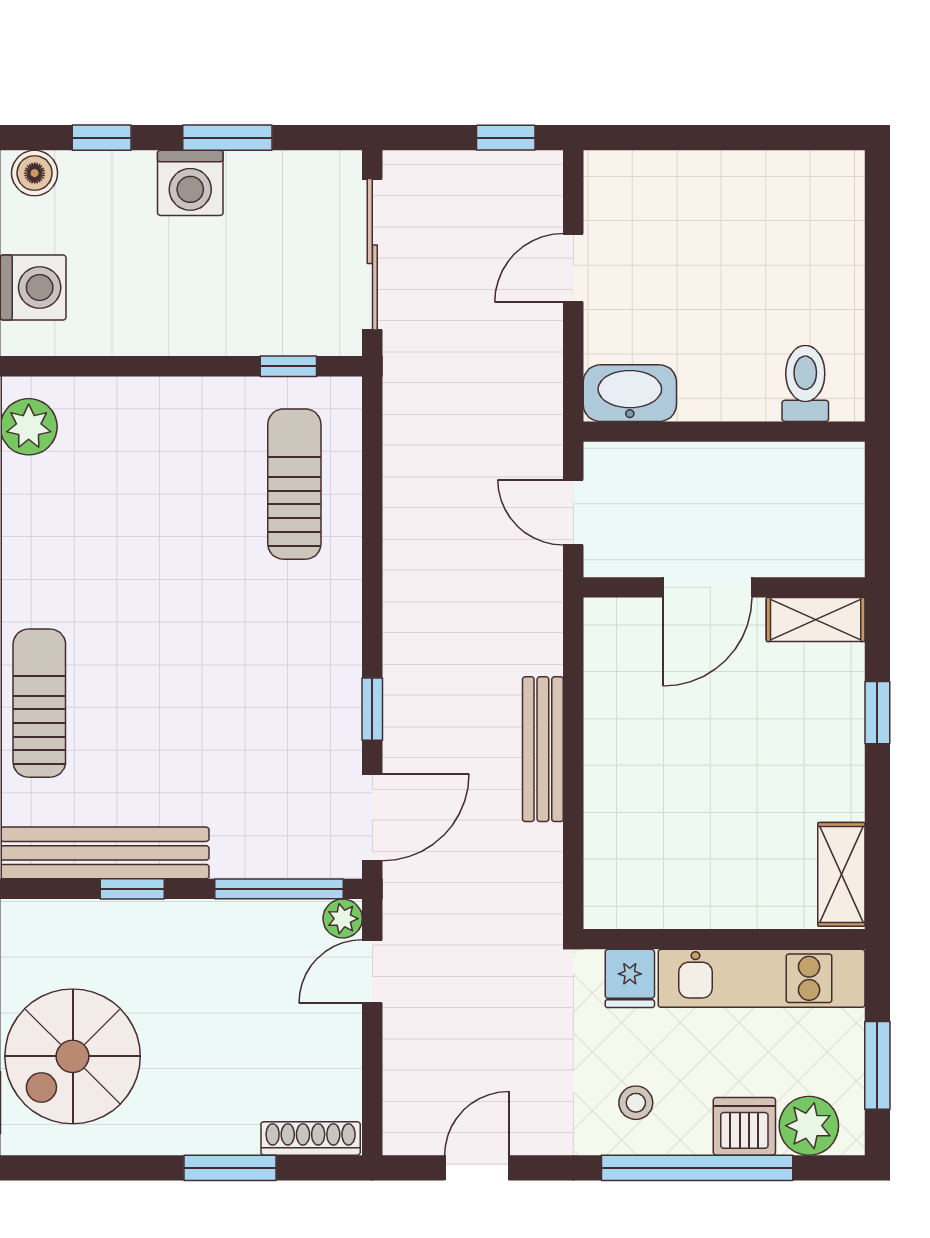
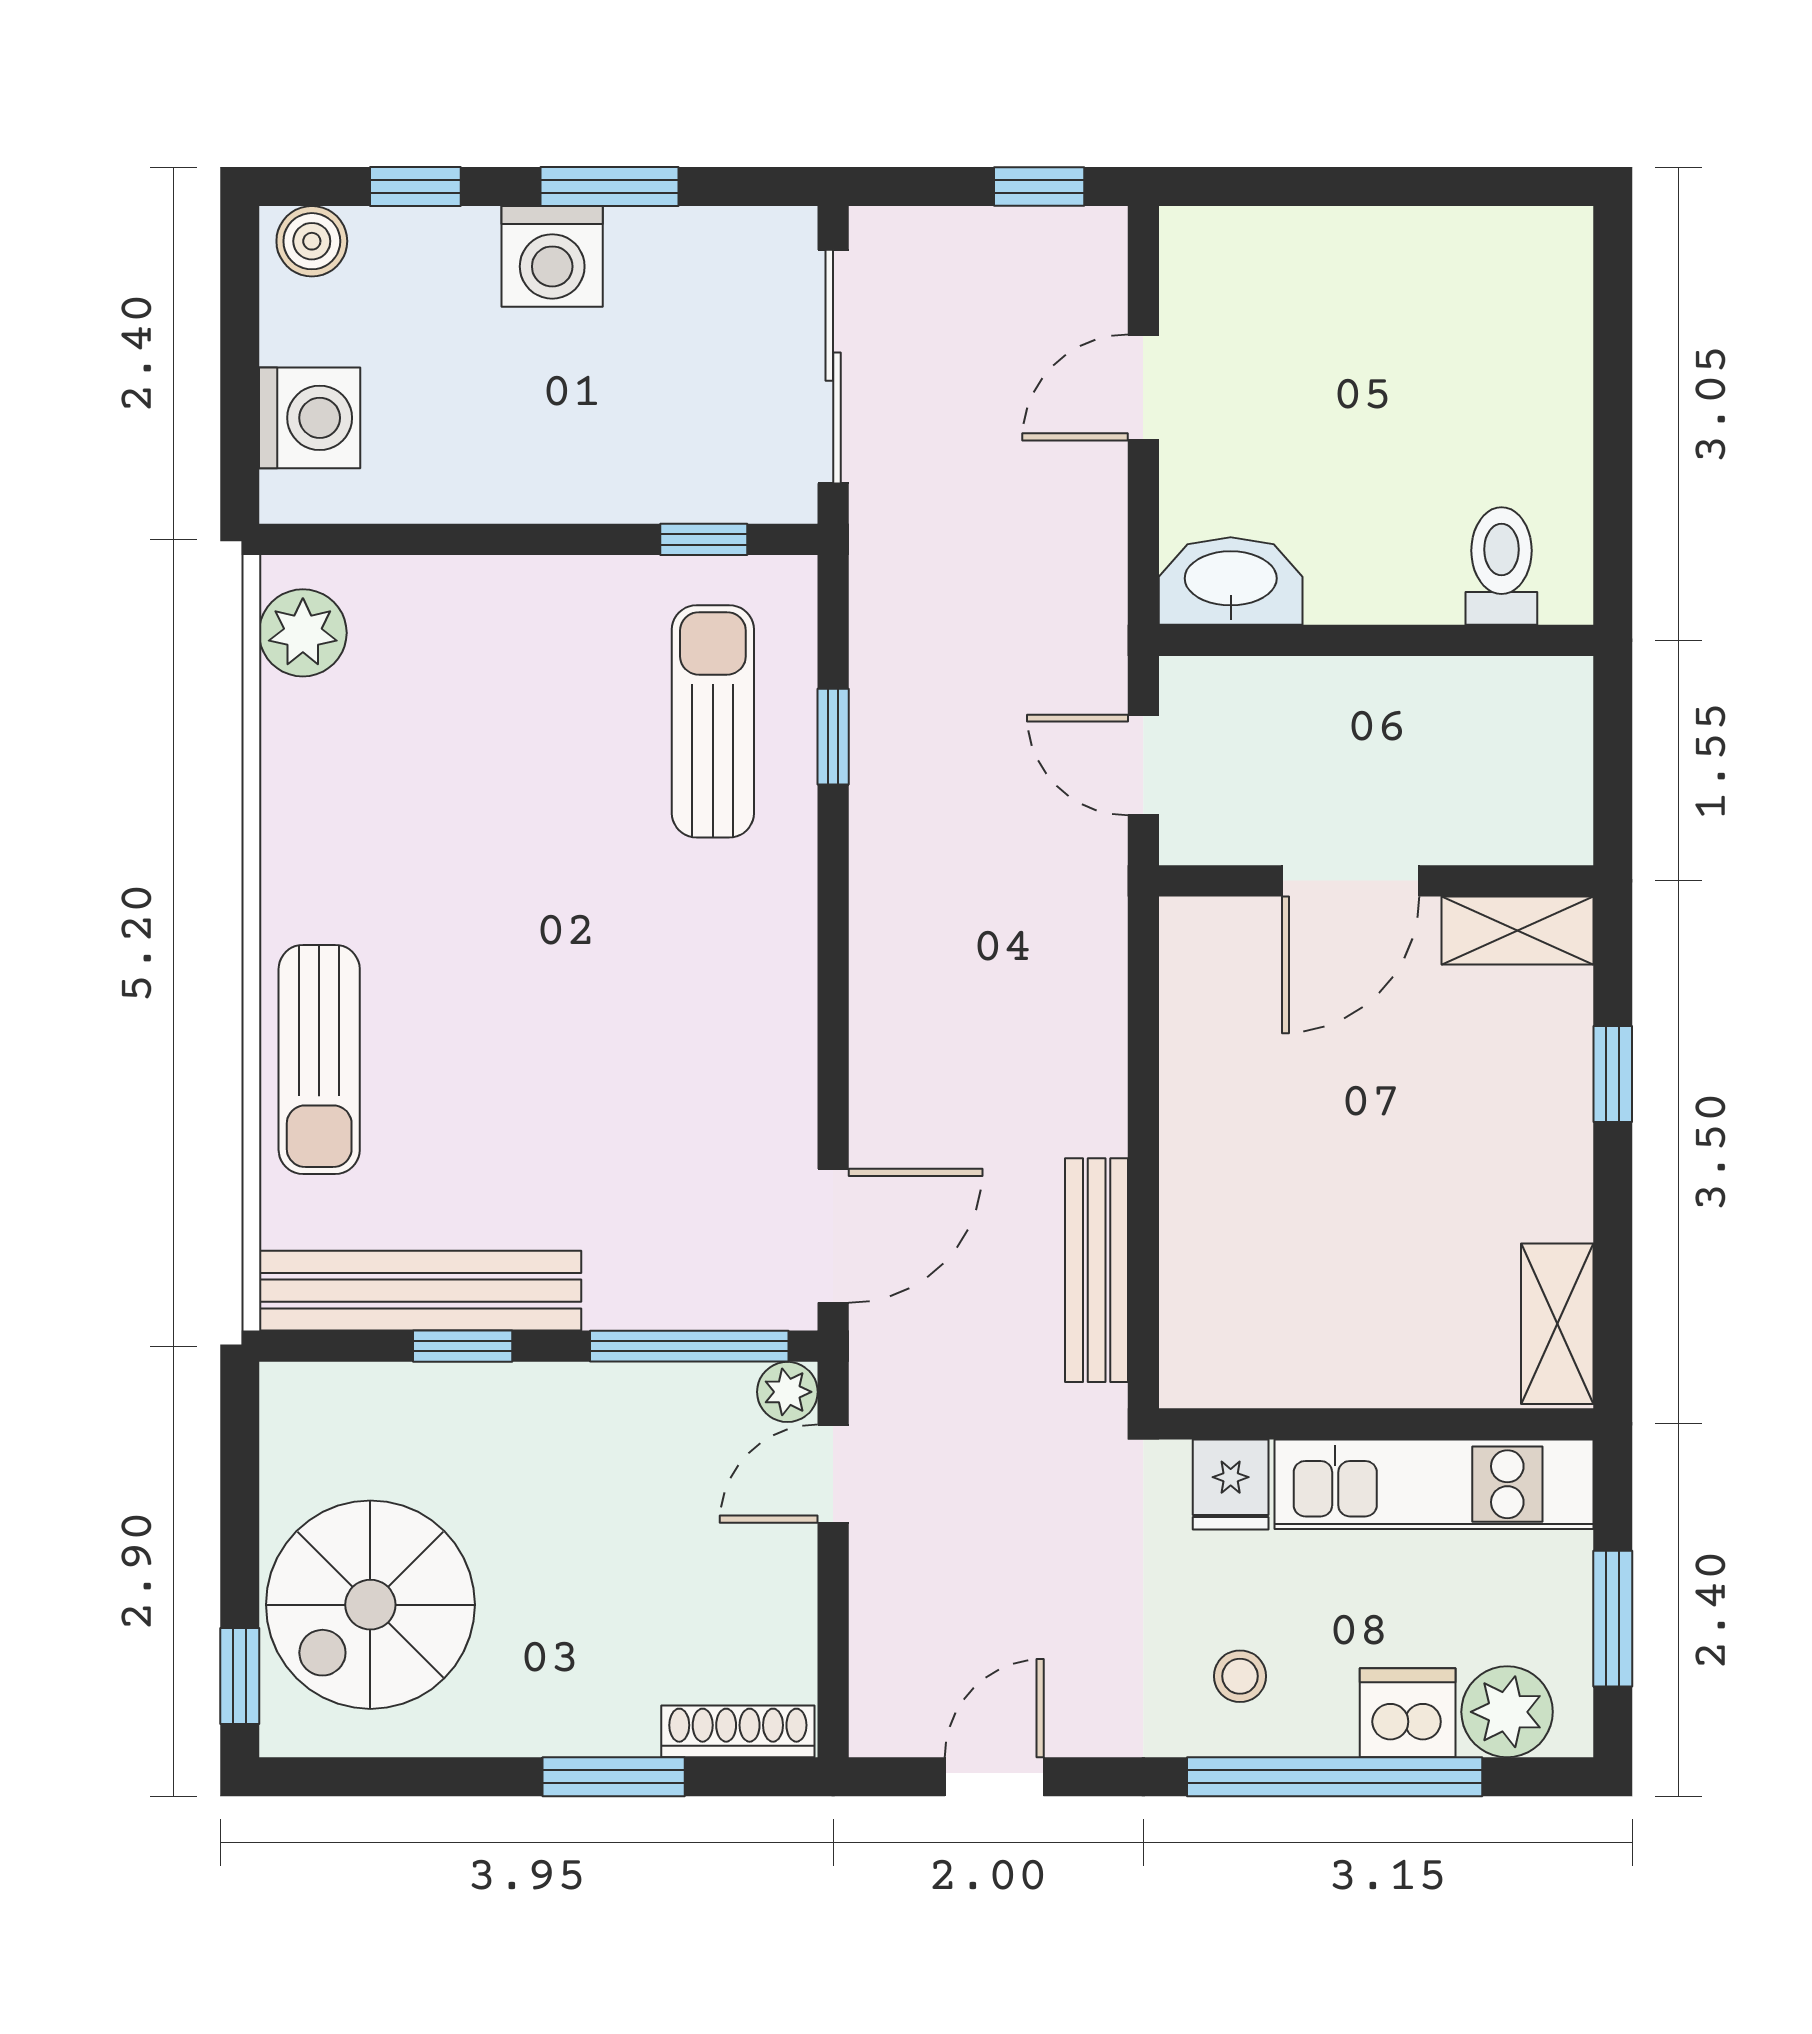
sun lounger: (39, 703) -> (319, 1059), turned 180
window: (372, 709) -> (833, 737), moved
bench: (543, 749) -> (1097, 1270), moved

